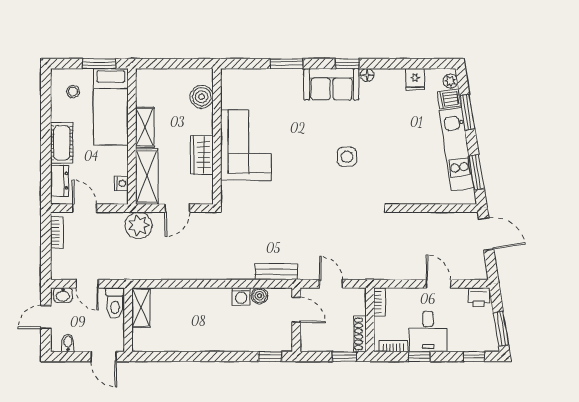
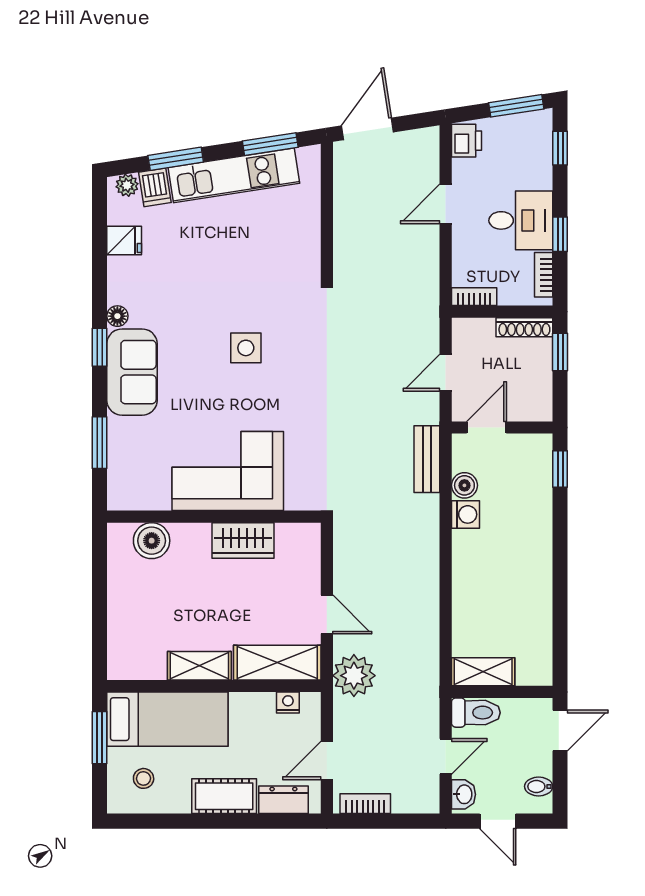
boiler: (202, 97) -> (152, 541), moved
wall: (217, 136) -> (214, 517), moved
corner sofa: (246, 145) -> (228, 471), moved
wardrobe: (202, 155) -> (243, 540), moved

